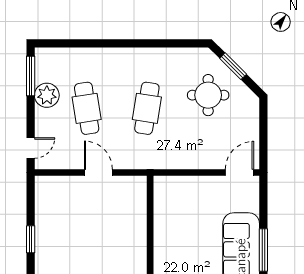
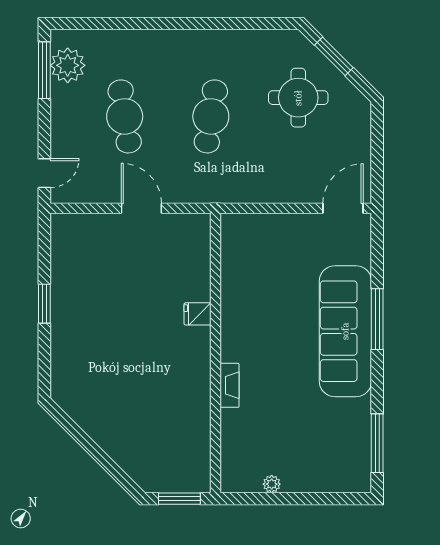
plant: (47, 95) -> (68, 65), moved
fridge: (138, 246) -> (198, 314), added

